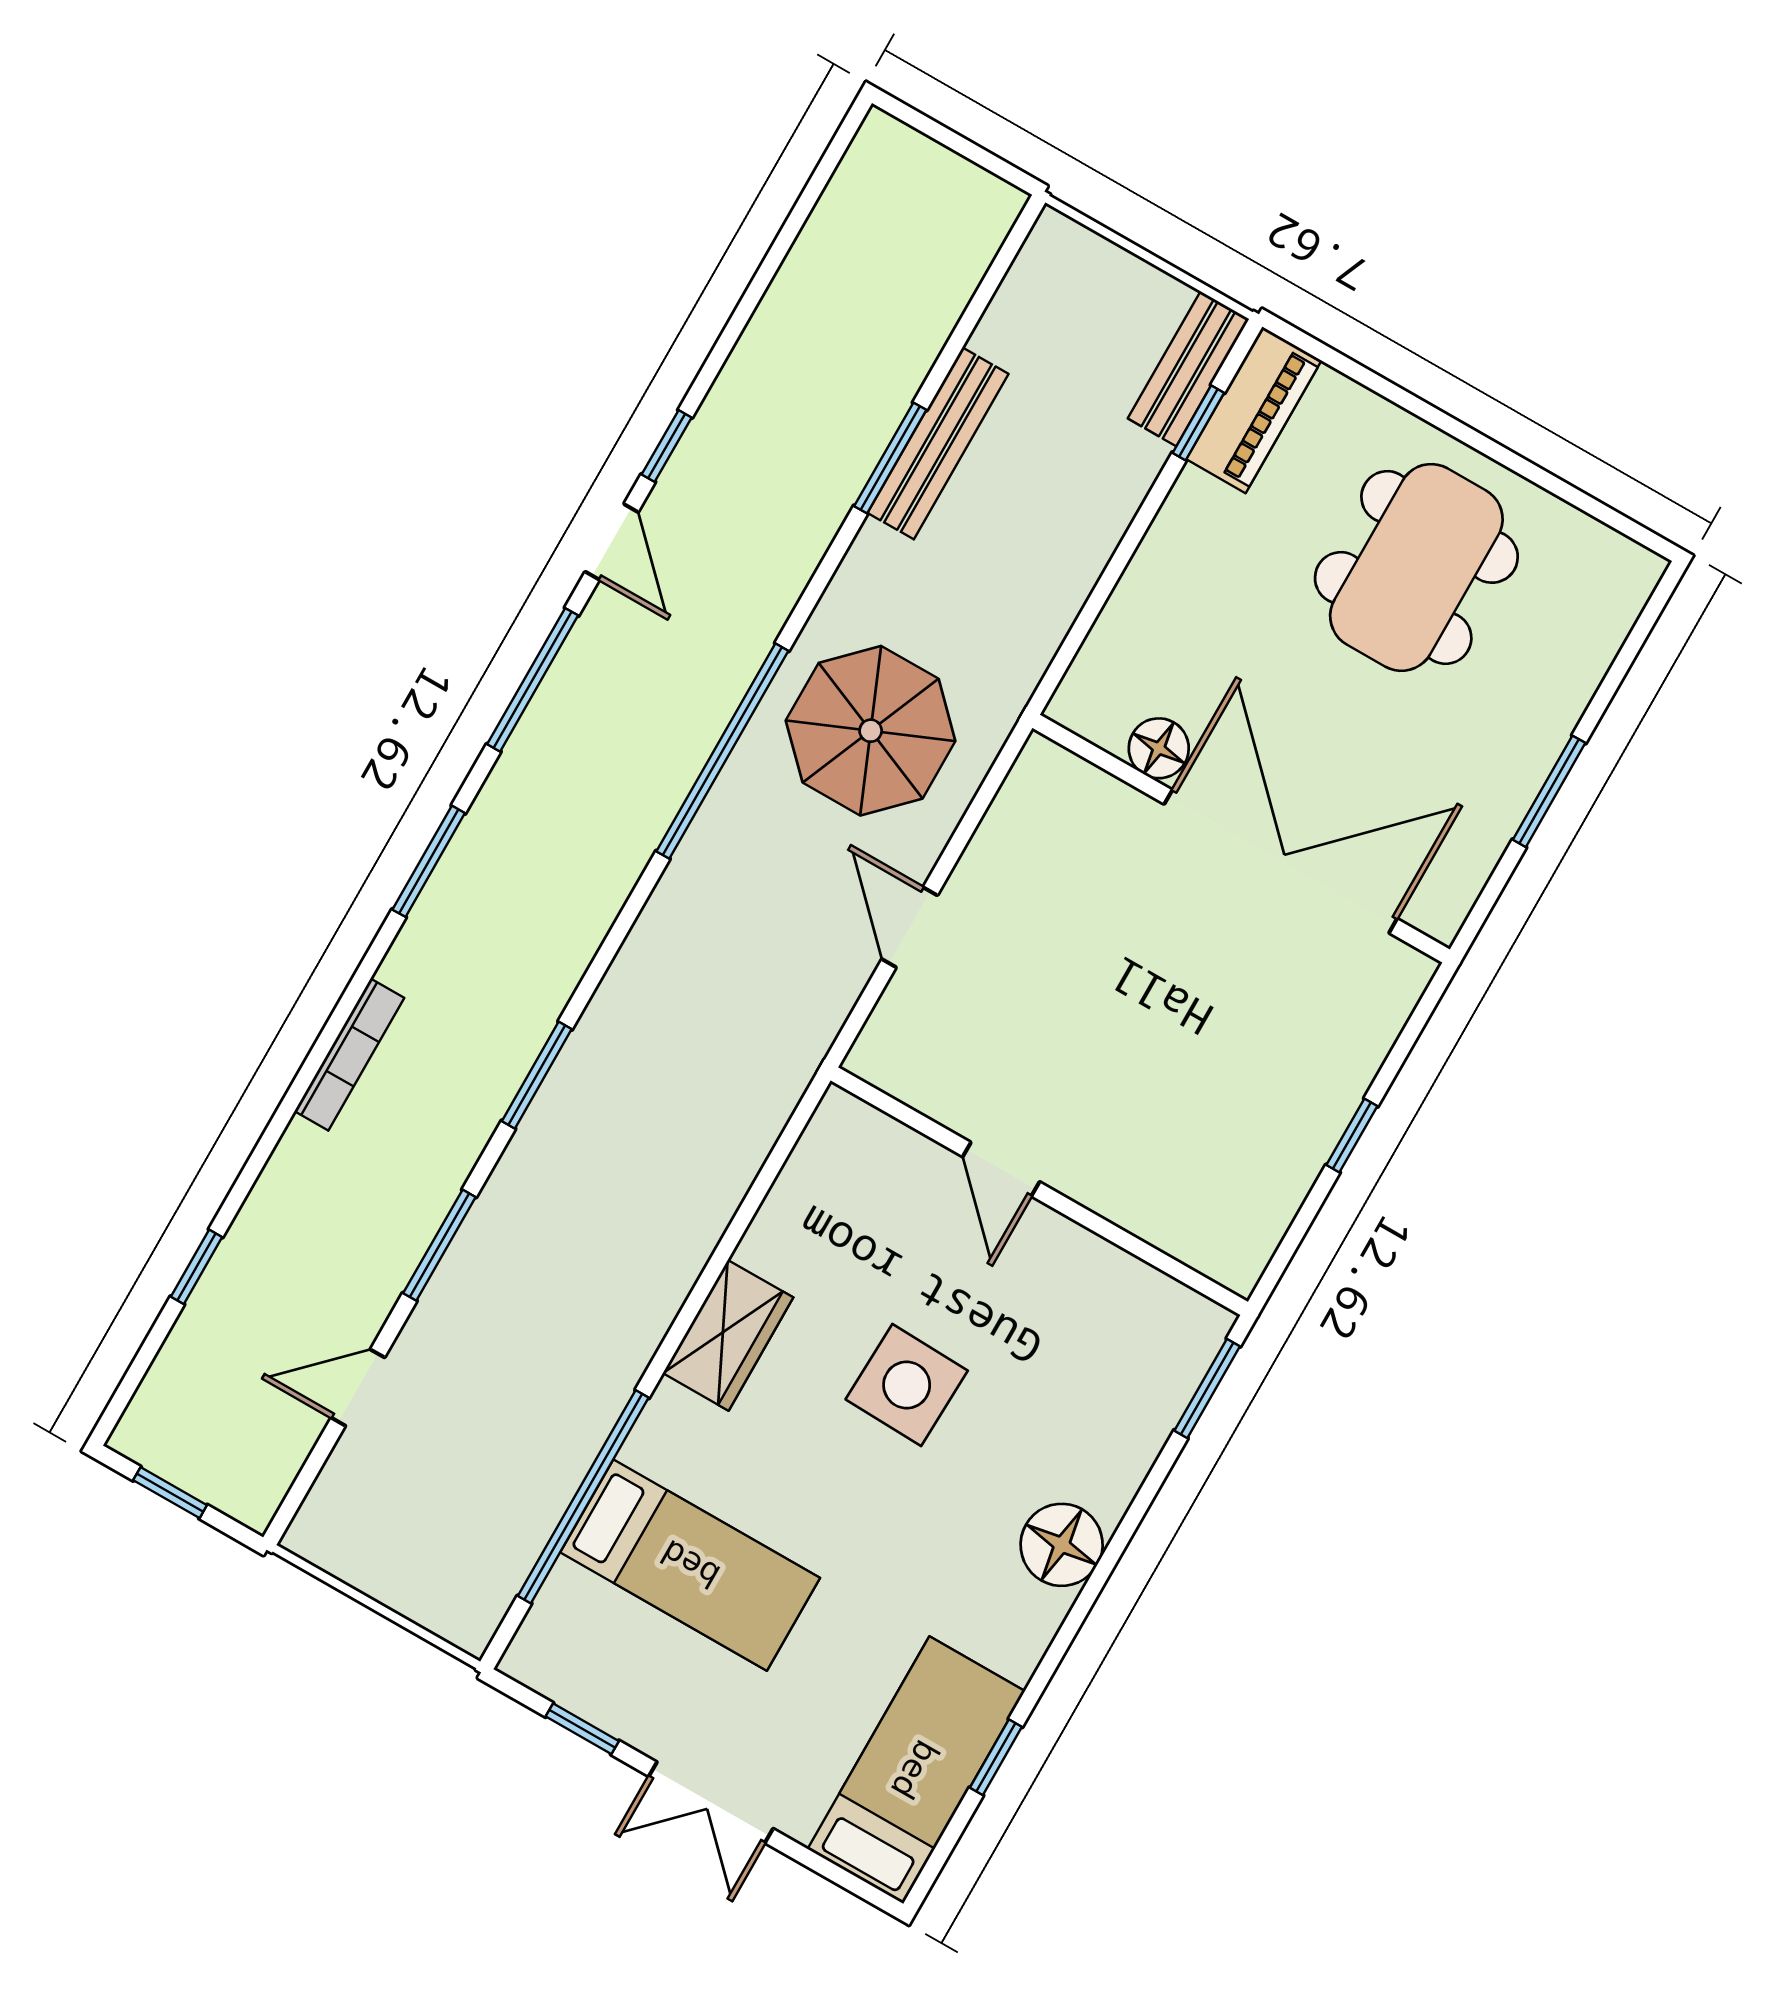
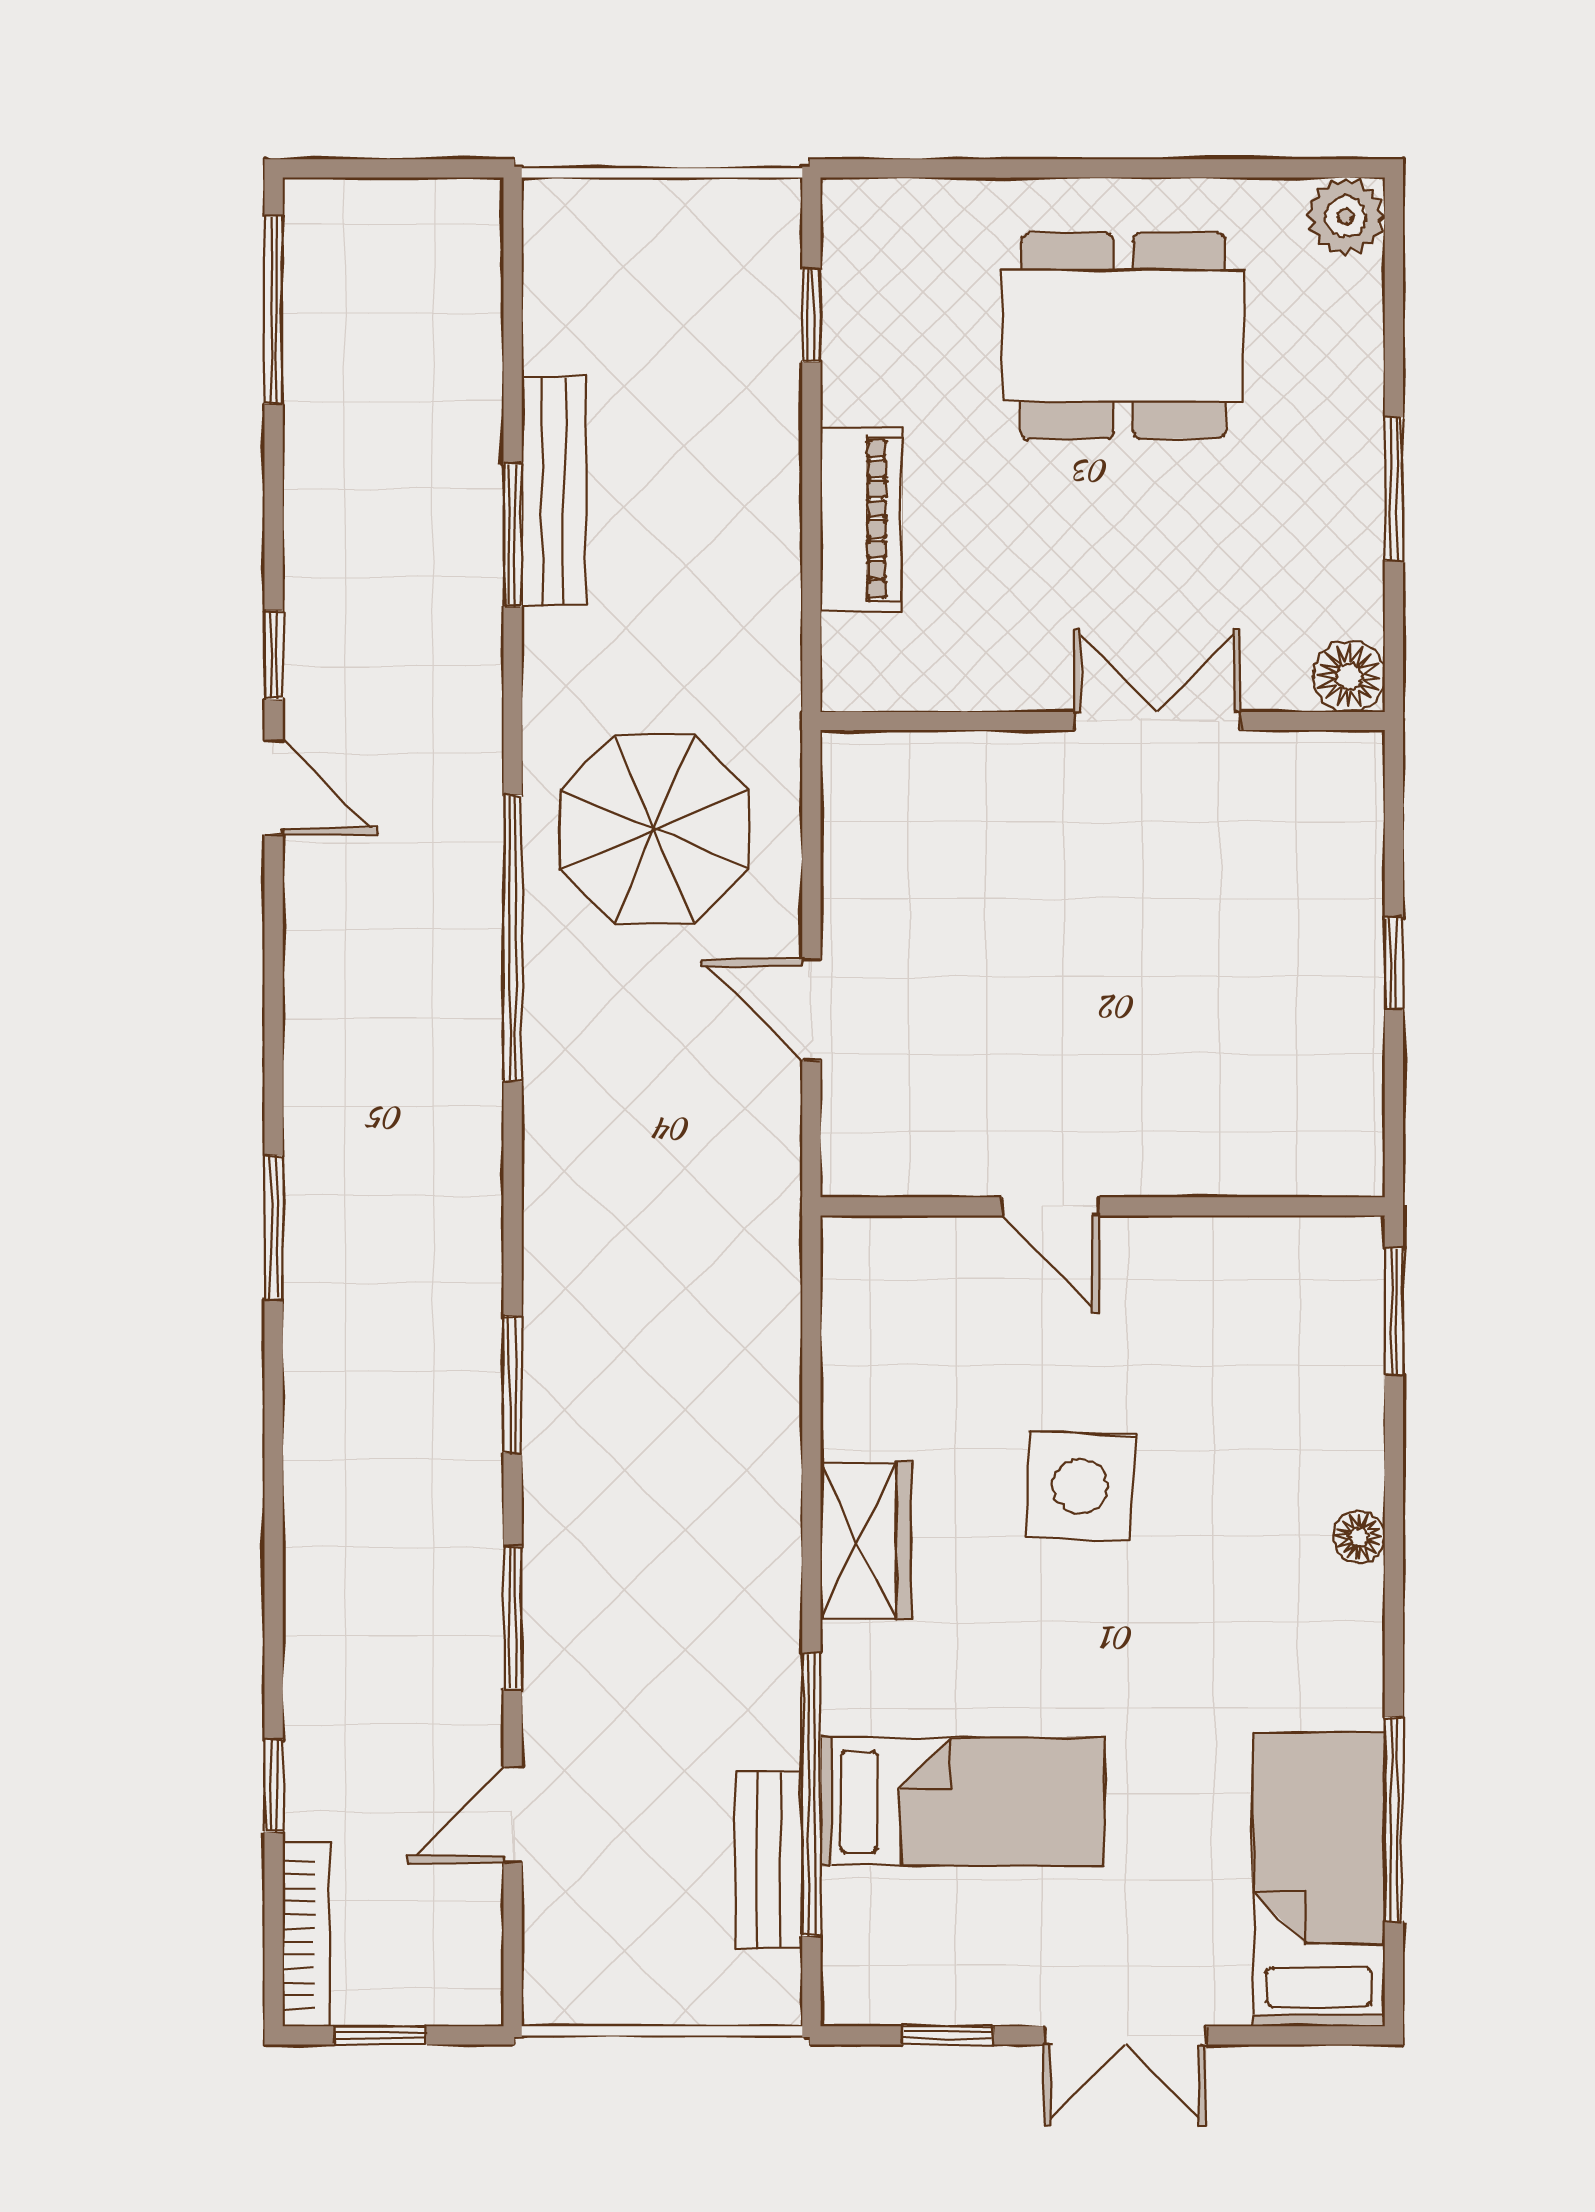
bench: (1188, 369) -> (769, 1860), moved
piano: (1254, 410) -> (861, 519), moved
dining table: (1416, 567) -> (1123, 336), turned 90
plant: (1627, 573) -> (1346, 217), added
window: (533, 680) -> (274, 310), moved
floor lamp: (1159, 748) -> (1349, 676), moved
double door: (1281, 861) -> (1157, 721), width x0.54
bookcase: (349, 1055) -> (306, 1935), moved
floor lamp: (1062, 1545) -> (1359, 1537), width x0.53, depth x0.53
window: (996, 1757) -> (1394, 1819), width x2.17

